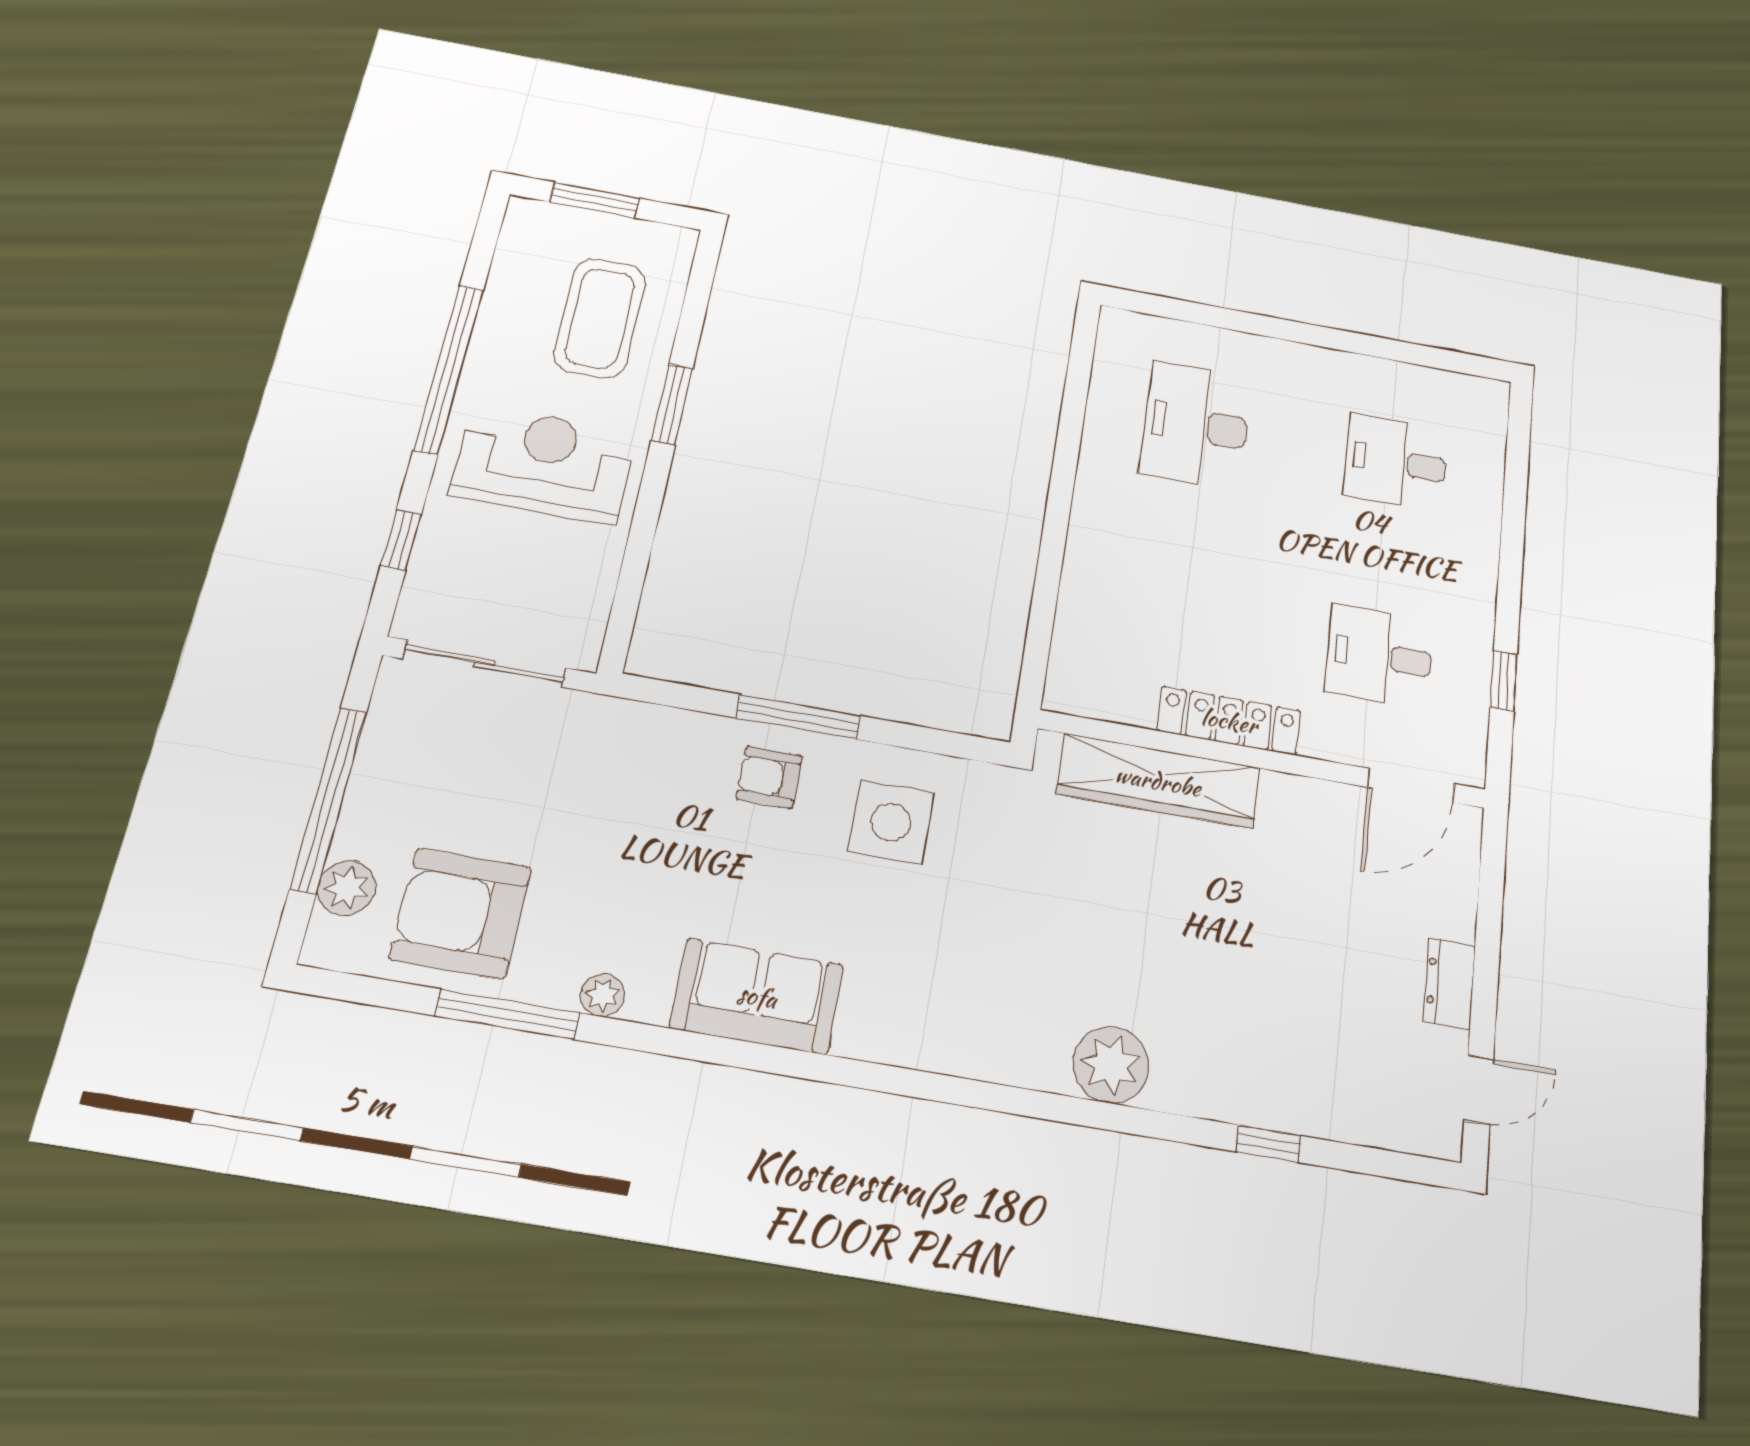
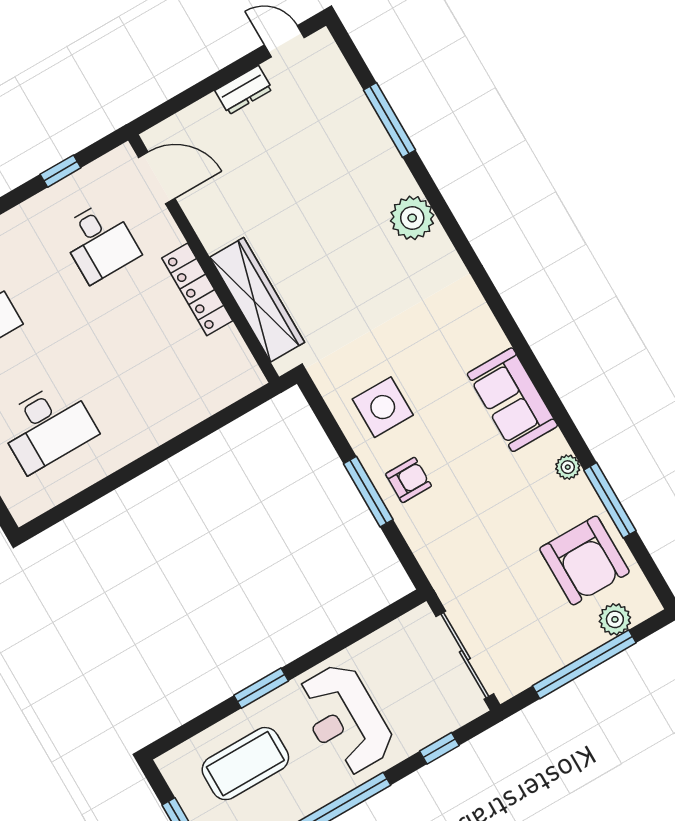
armchair: (769, 777) -> (409, 480), turned -90
window: (1269, 1144) -> (389, 120), width x2.17

